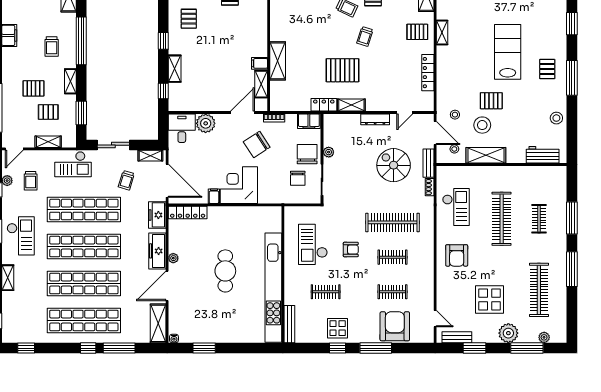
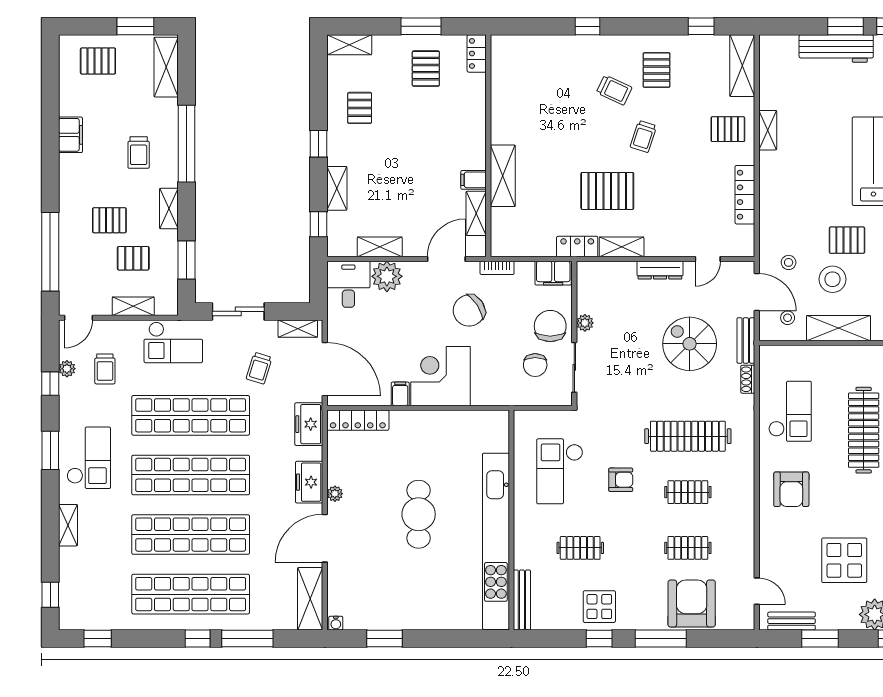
shelving: (201, 105) -> (380, 247), added
freezer: (157, 251) -> (309, 482), width x0.71

